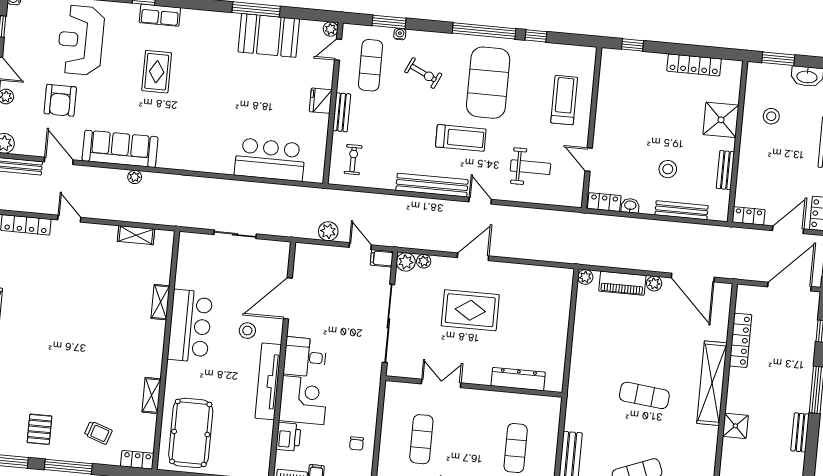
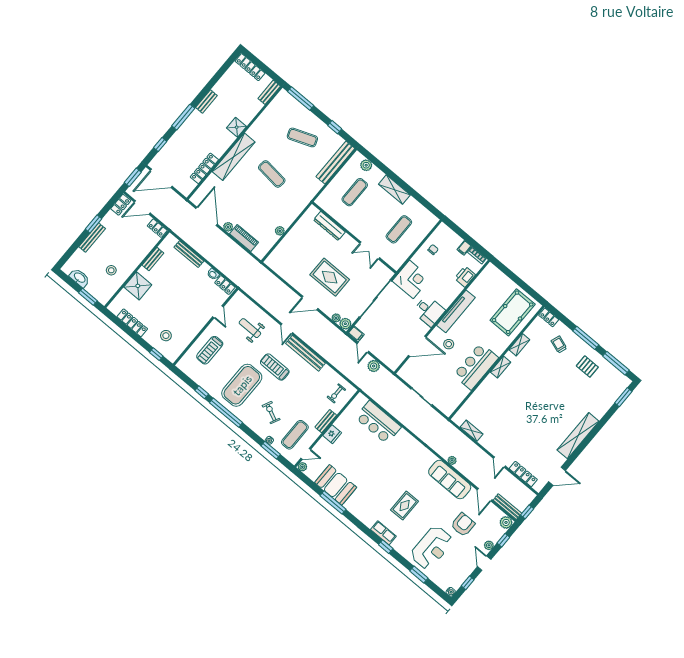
stool: (668, 169) -> (166, 336), moved
plant: (585, 277) -> (280, 231), moved
shelving: (160, 302) -> (501, 367), moved
corner desk: (303, 400) -> (411, 279), moved, turned 180
pallet: (39, 429) -> (587, 367), turned 90

